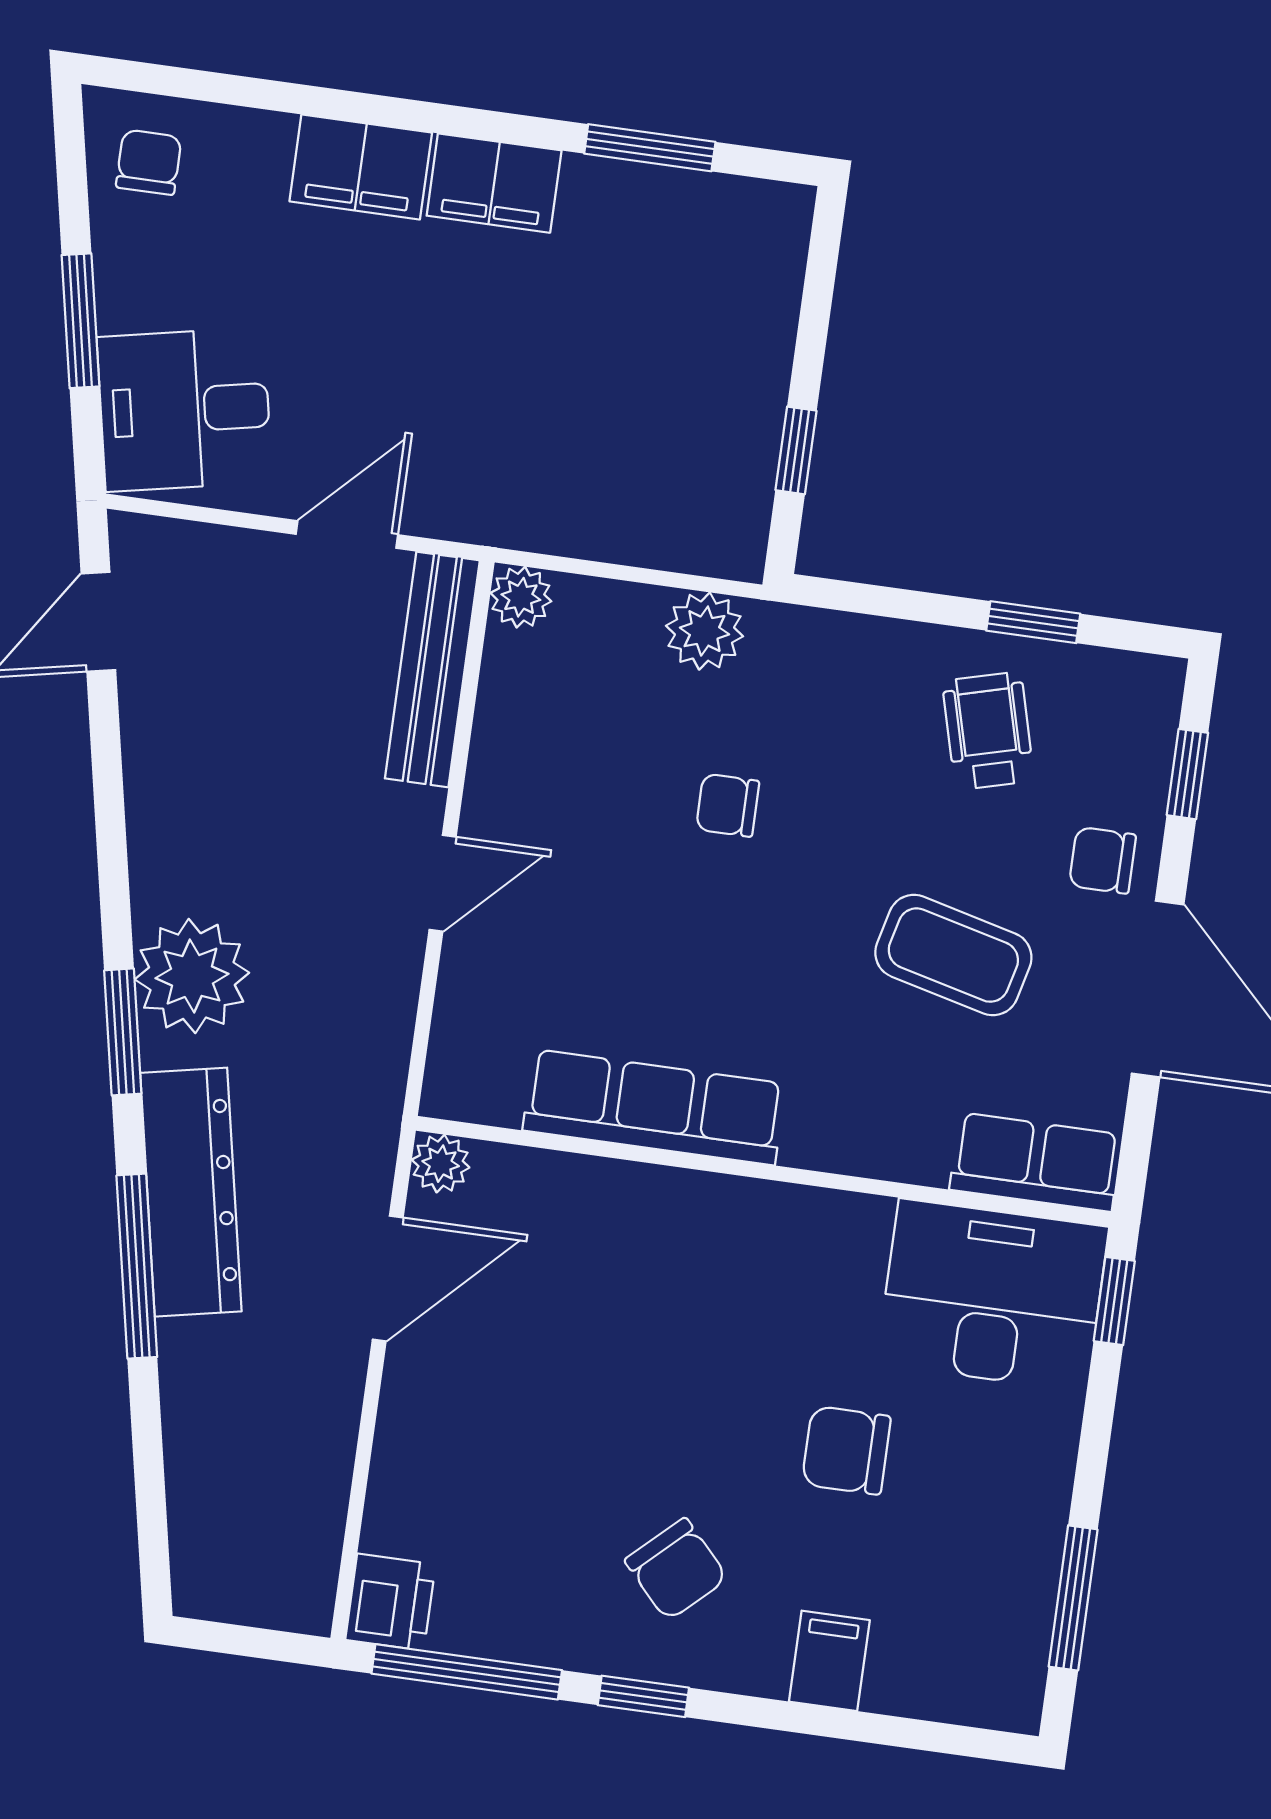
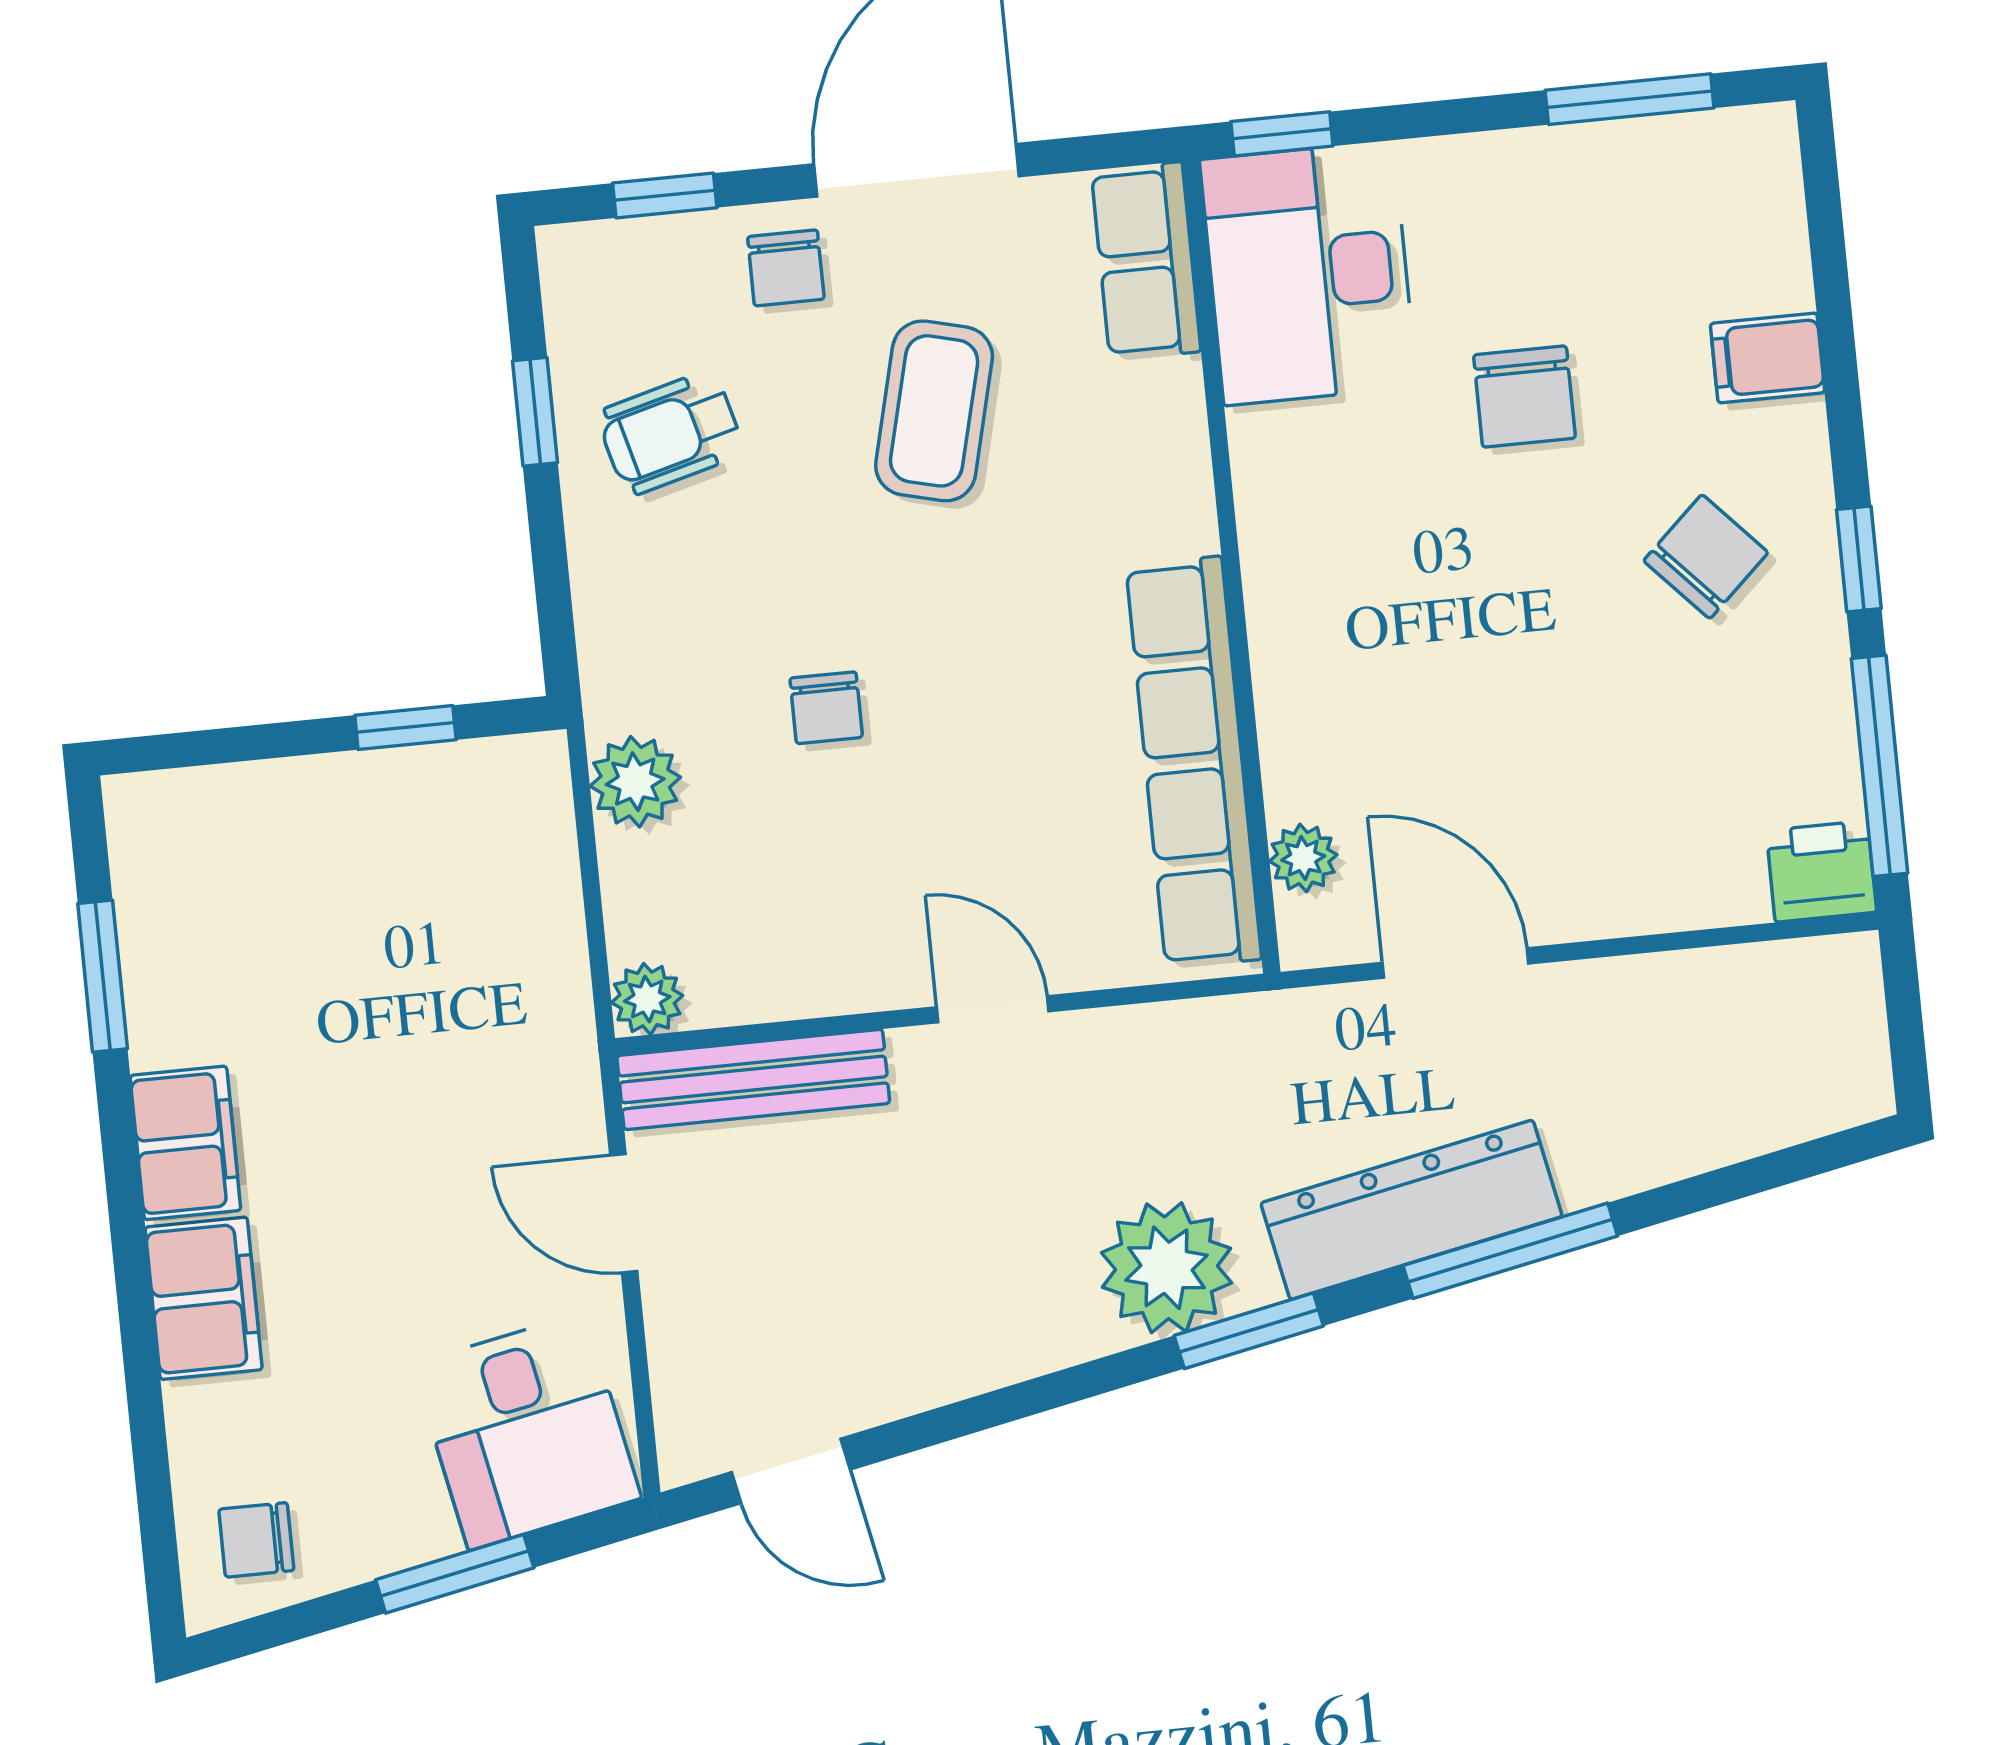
row of seats: (654, 1107) -> (1194, 762), width x1.36
plant: (441, 1164) -> (1303, 858), moved

